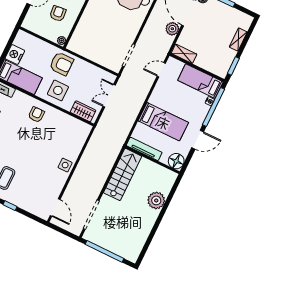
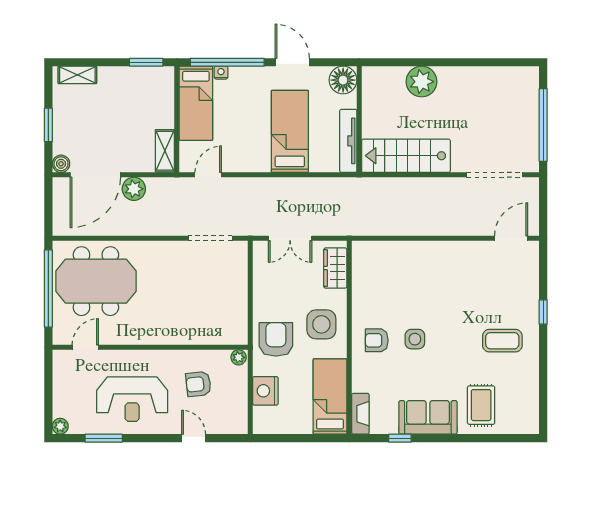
shelving: (238, 39) -> (77, 75), moved
nightstand: (15, 55) -> (265, 391), moved, turned 90
door: (161, 70) -> (208, 175), swing flipped
side table: (65, 165) -> (415, 339), moved

